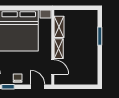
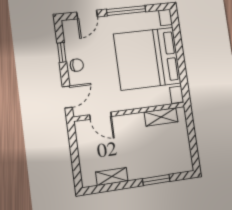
shelving: (59, 49) -> (112, 176), moved
door: (53, 67) -> (100, 116), hinge flipped

